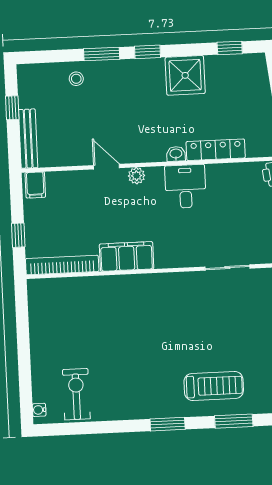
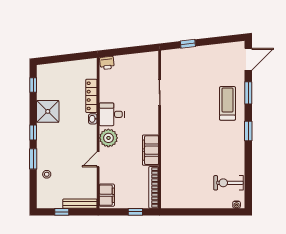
plant: (136, 176) -> (108, 138), width x1.88, depth x1.88
filing cabinet: (35, 185) -> (107, 195), width x2.00

